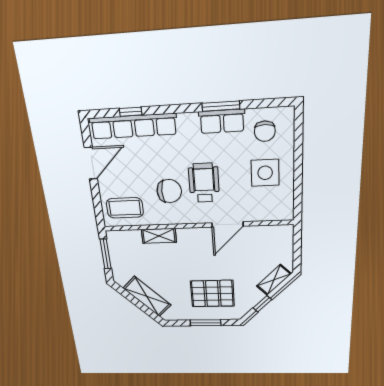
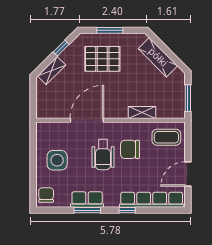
window: (131, 112) -> (127, 210), moved
chair: (265, 131) -> (46, 195), moved
door: (228, 224) -> (87, 120), width x1.36

